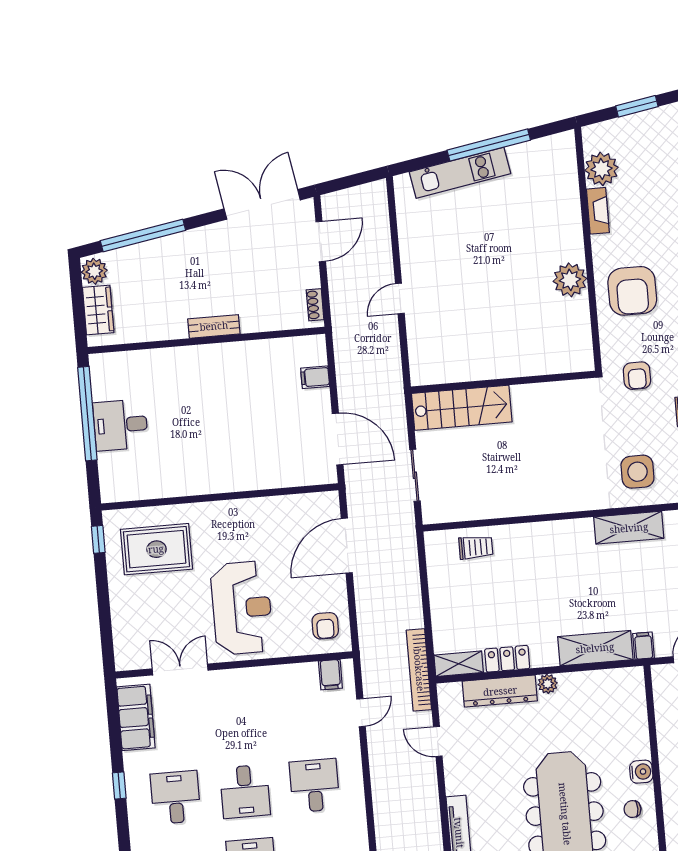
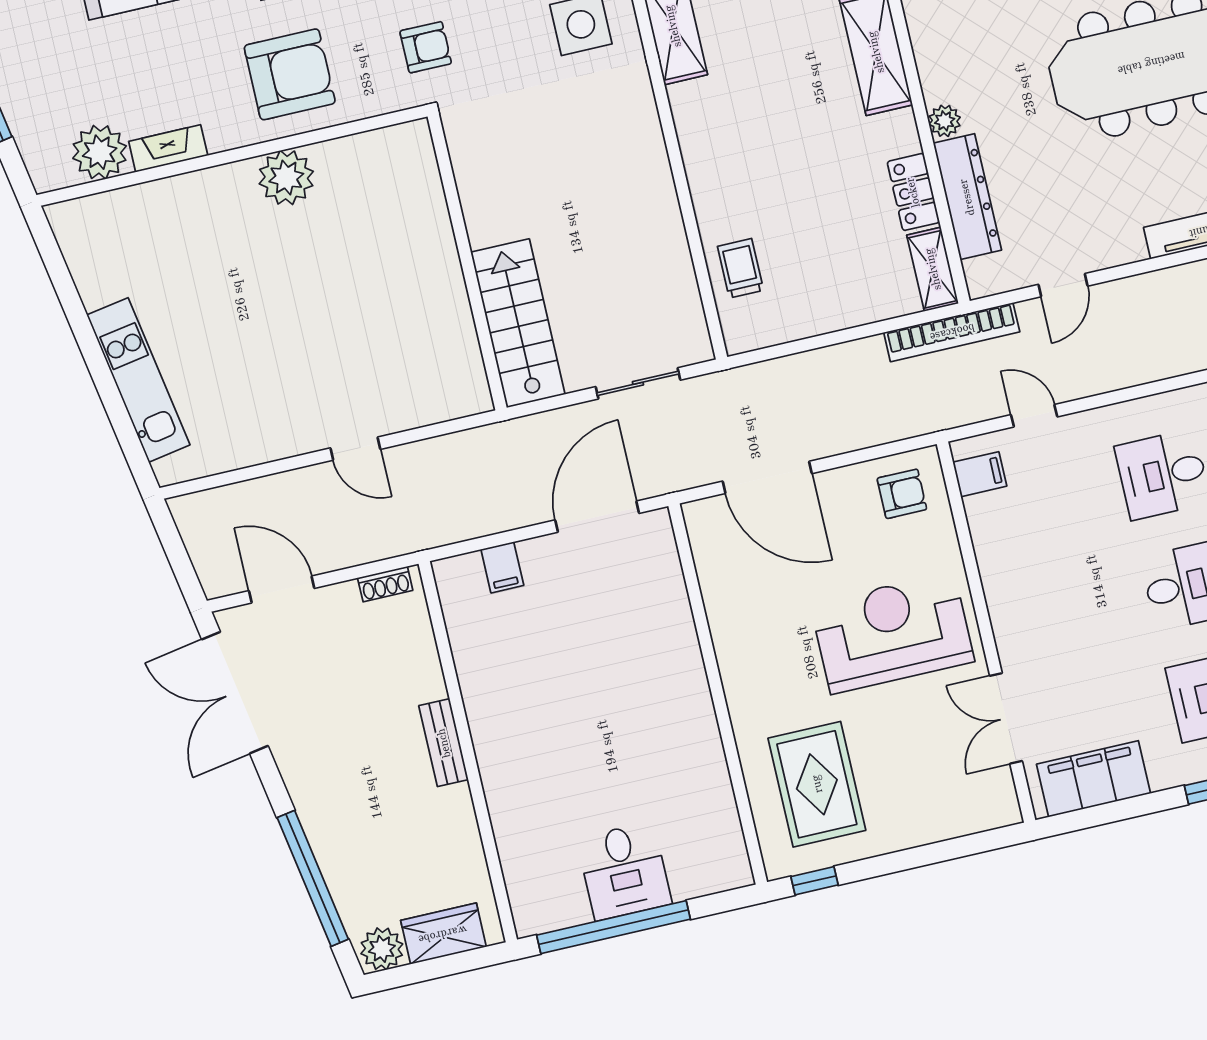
window: (489, 145) -> (87, 340), removed

